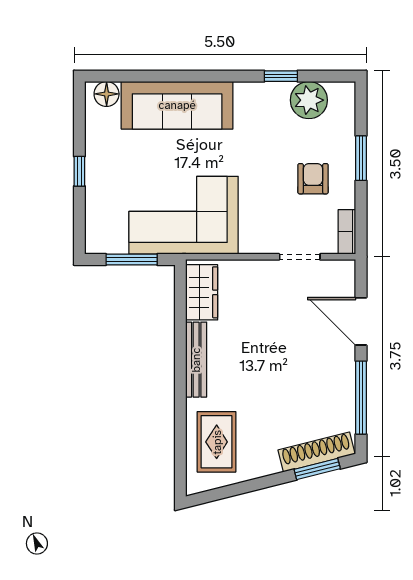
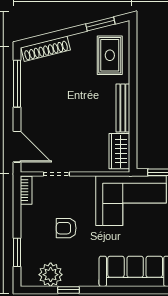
window: (361, 158) -> (17, 252), moved
armchair: (313, 179) -> (66, 228), moved, turned 90
door: (361, 321) -> (17, 147), moved
window: (317, 469) -> (100, 24), moved

